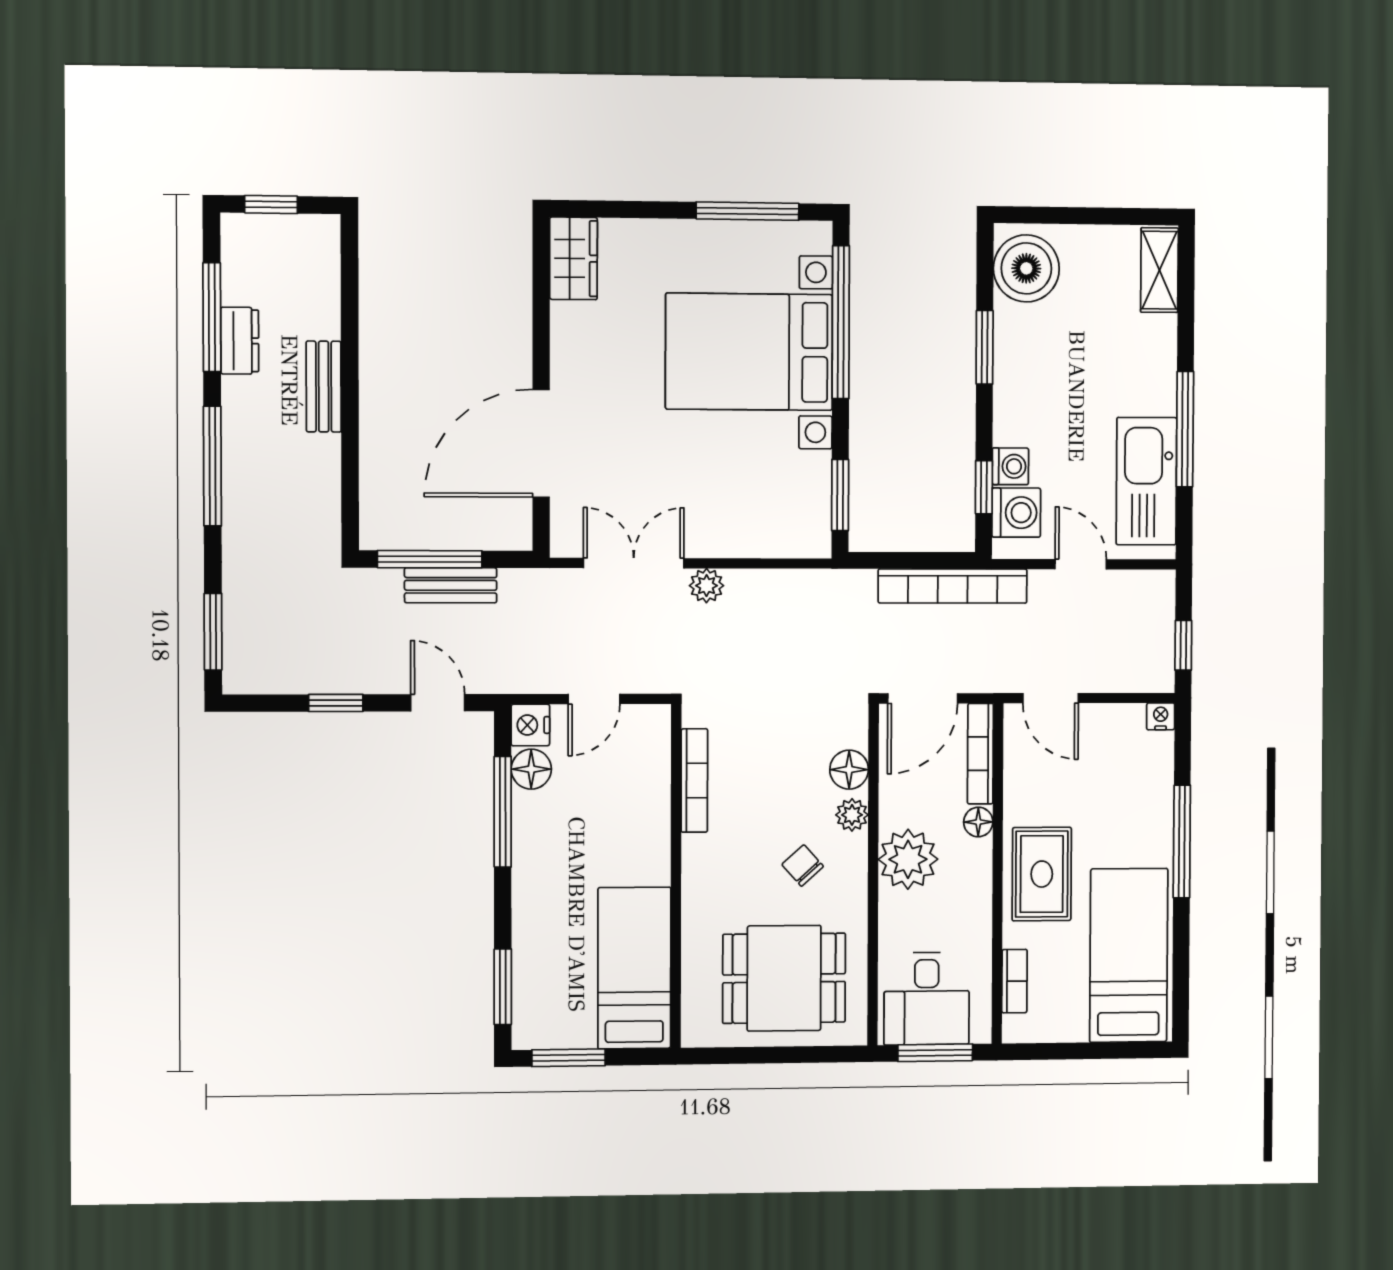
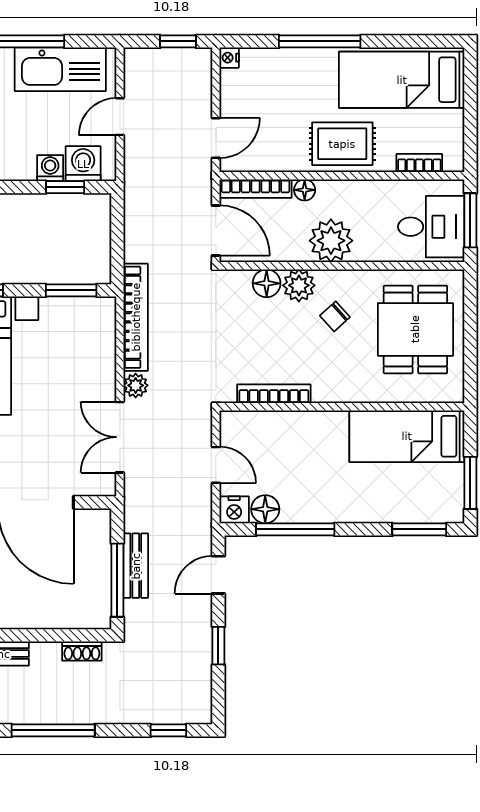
shoe rack: (327, 508) -> (82, 651), added
bookcase: (953, 586) -> (136, 317), moved
window: (213, 632) -> (168, 730), width x0.67
plant: (852, 815) -> (299, 285), width x1.38, depth x1.38

